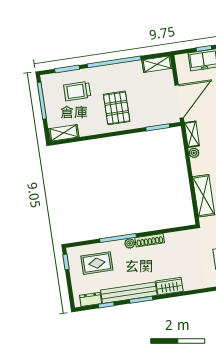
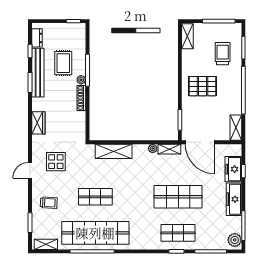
rug: (97, 263) -> (63, 63), moved
wardrobe: (169, 286) -> (38, 123), moved

